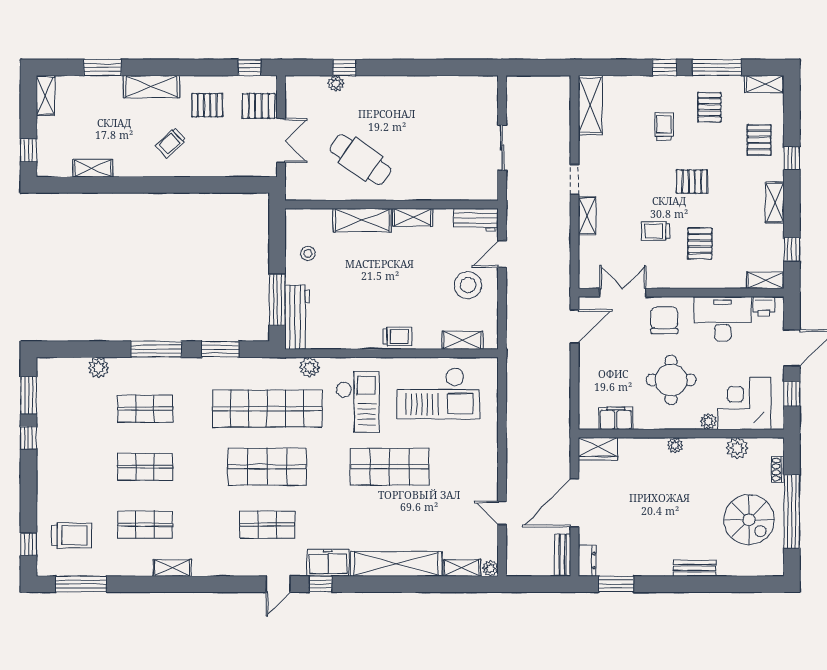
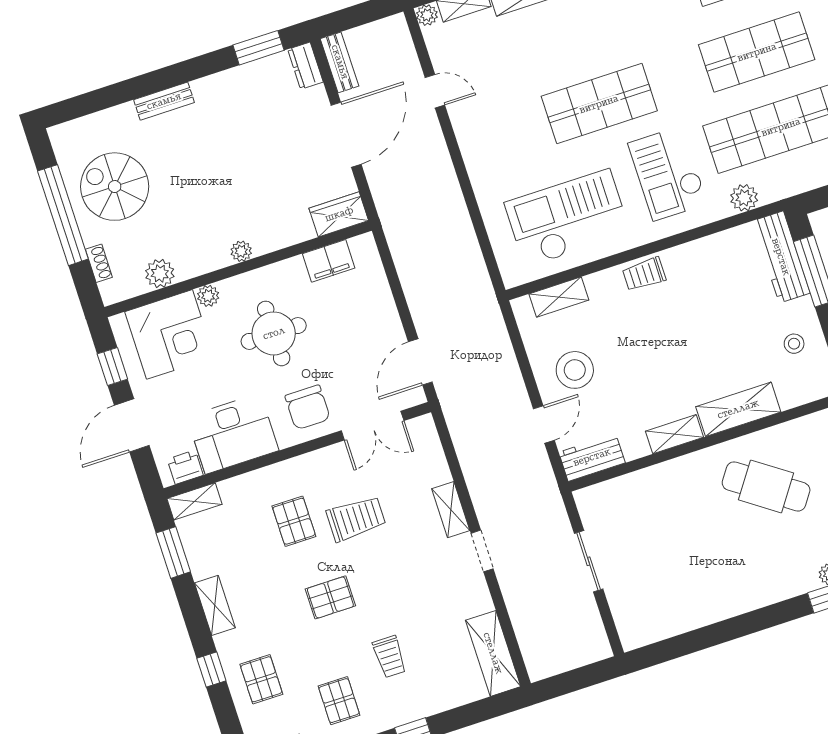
trolley: (656, 231) -> (356, 519), width x1.36, depth x1.39
window: (792, 249) -> (173, 552), width x1.50

